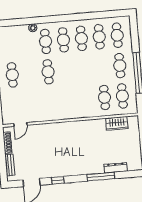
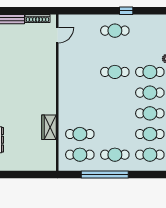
wardrobe: (117, 123) -> (49, 127), moved
door: (20, 124) -> (57, 35), swing flipped

